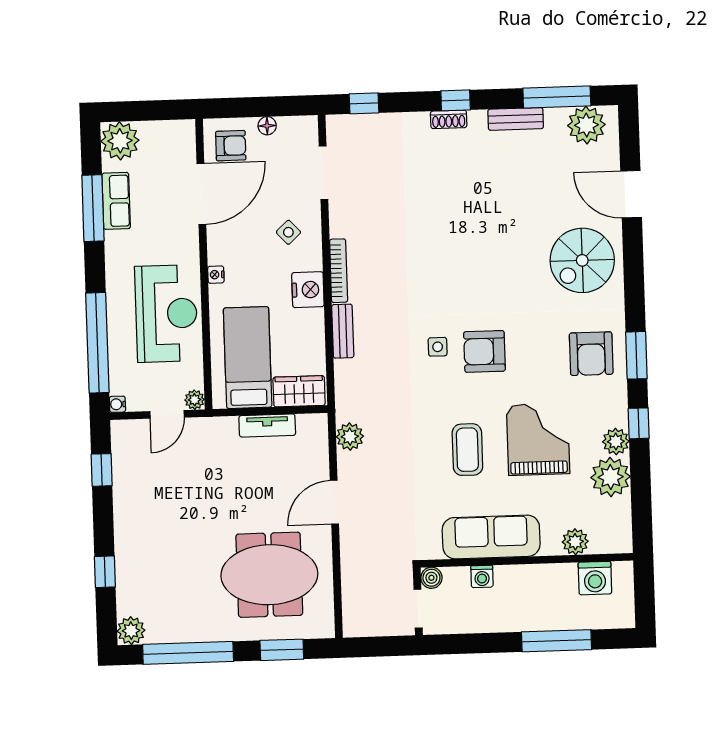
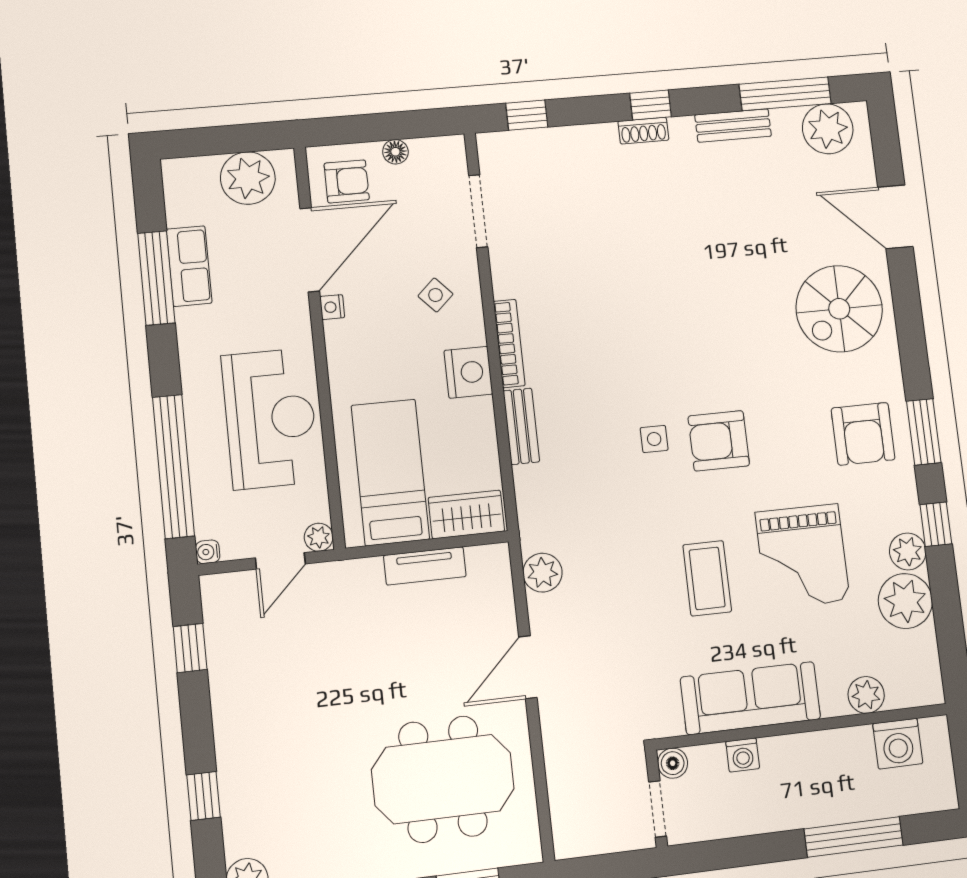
plant: (120, 141) -> (248, 178), moved
nightstand: (216, 275) -> (332, 307), moved
grand piano: (538, 439) -> (803, 556), turned 180

